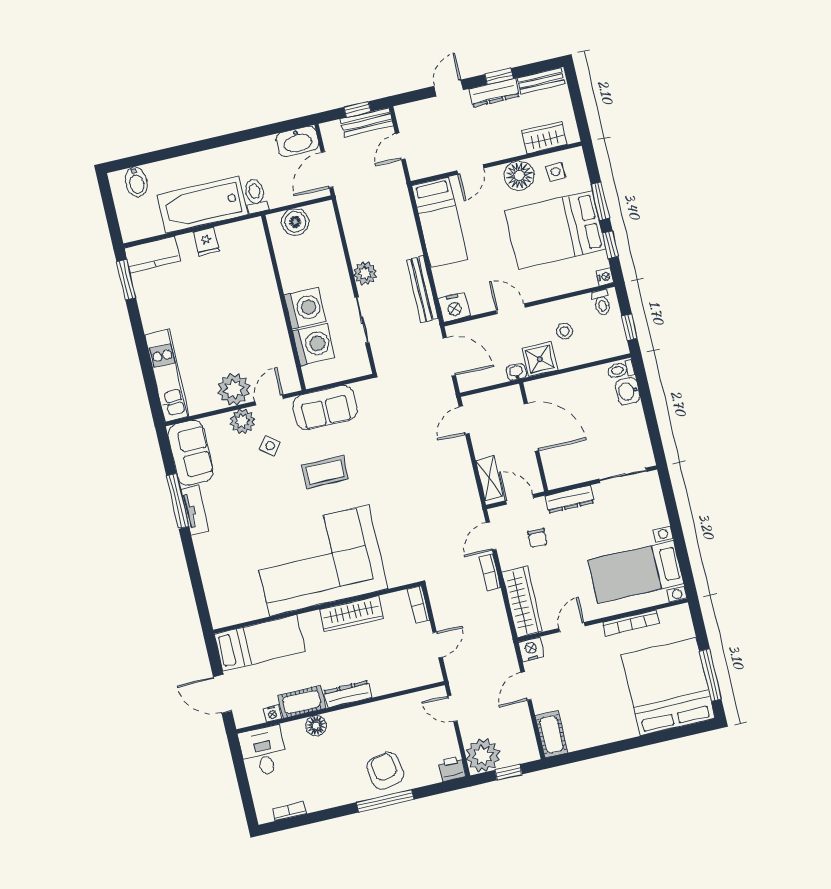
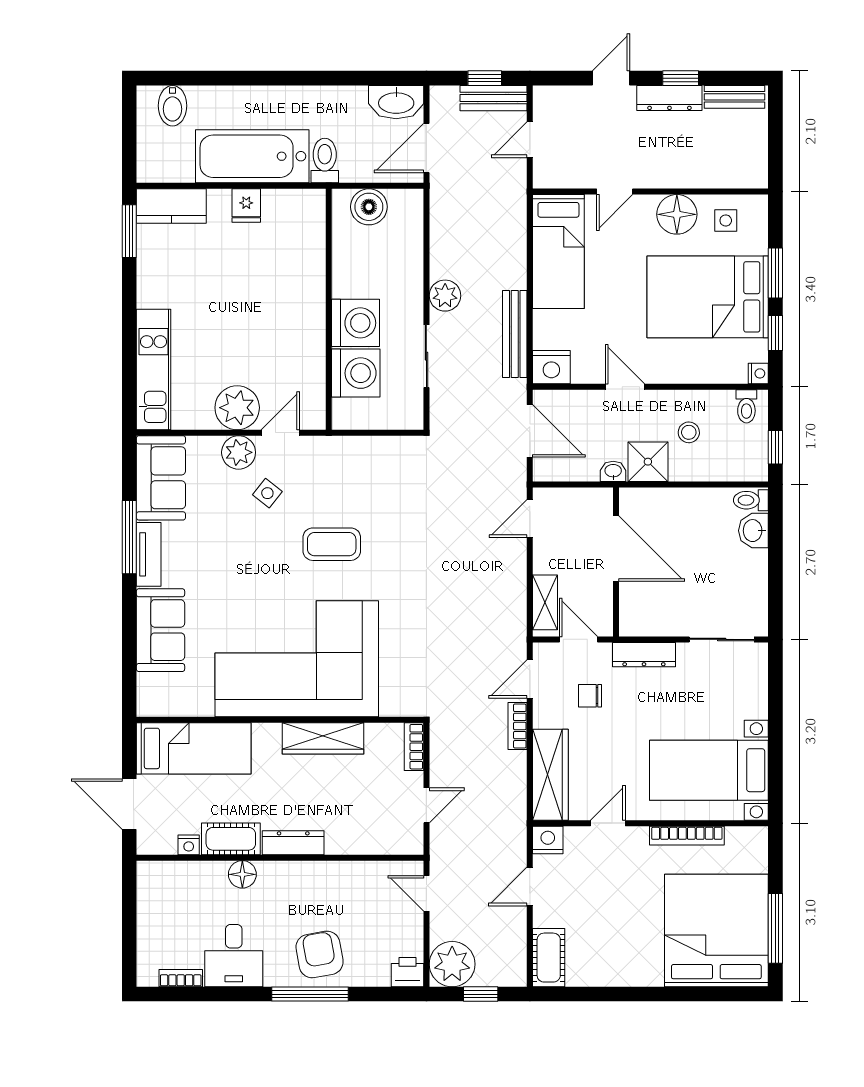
wardrobe: (544, 138) -> (721, 173), removed
sofa: (325, 408) -> (161, 630), moved, turned -90
chair: (537, 538) -> (590, 696), turned 89
desk: (263, 751) -> (234, 956), moved, turned 180

